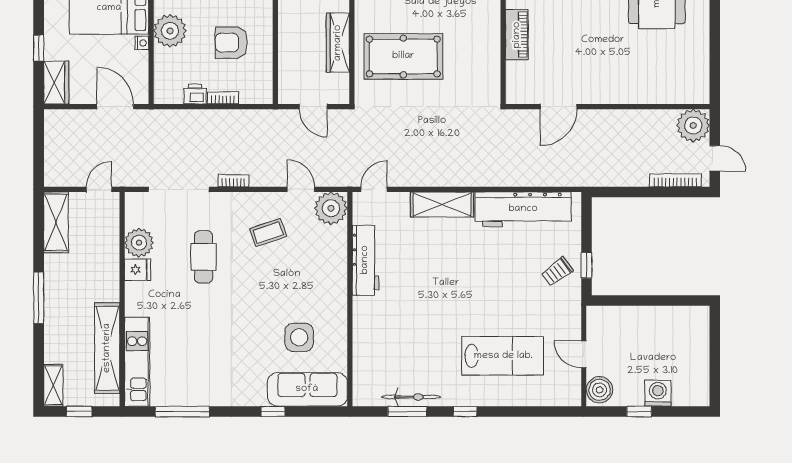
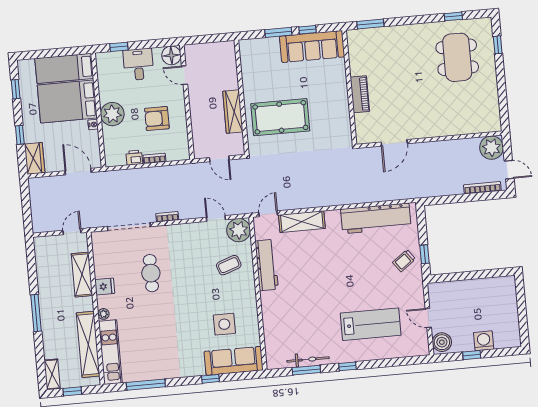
shelving: (442, 204) -> (302, 222), moved
shelving: (56, 222) -> (82, 275), moved
coffee table: (268, 233) -> (229, 265), moved
plant: (139, 243) -> (103, 314), moved, width x0.53, depth x0.53

